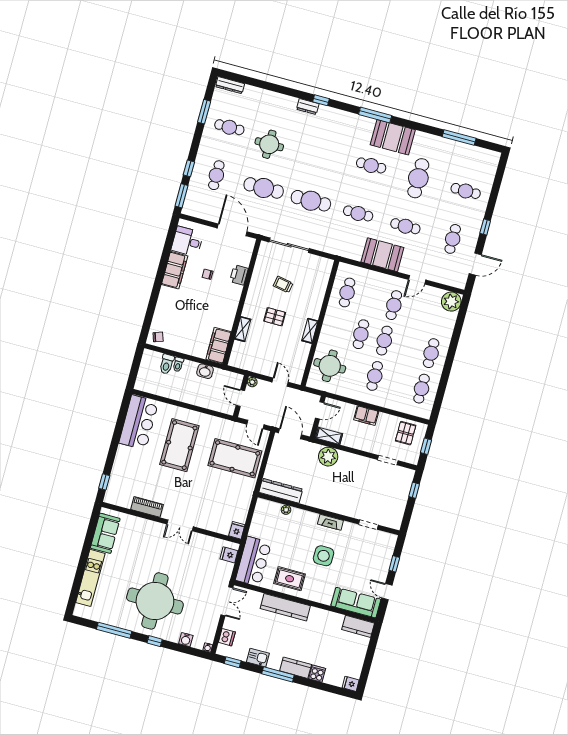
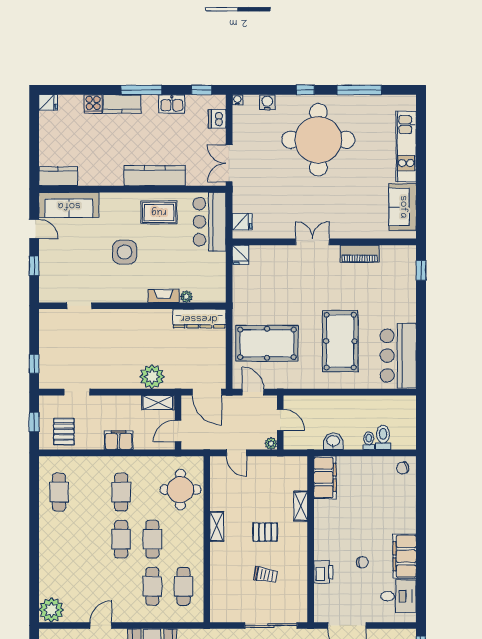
cafe table: (394, 305) -> (152, 586), moved
cafe table: (431, 353) -> (59, 539), removed
fireplace: (330, 522) -> (164, 296), moved

